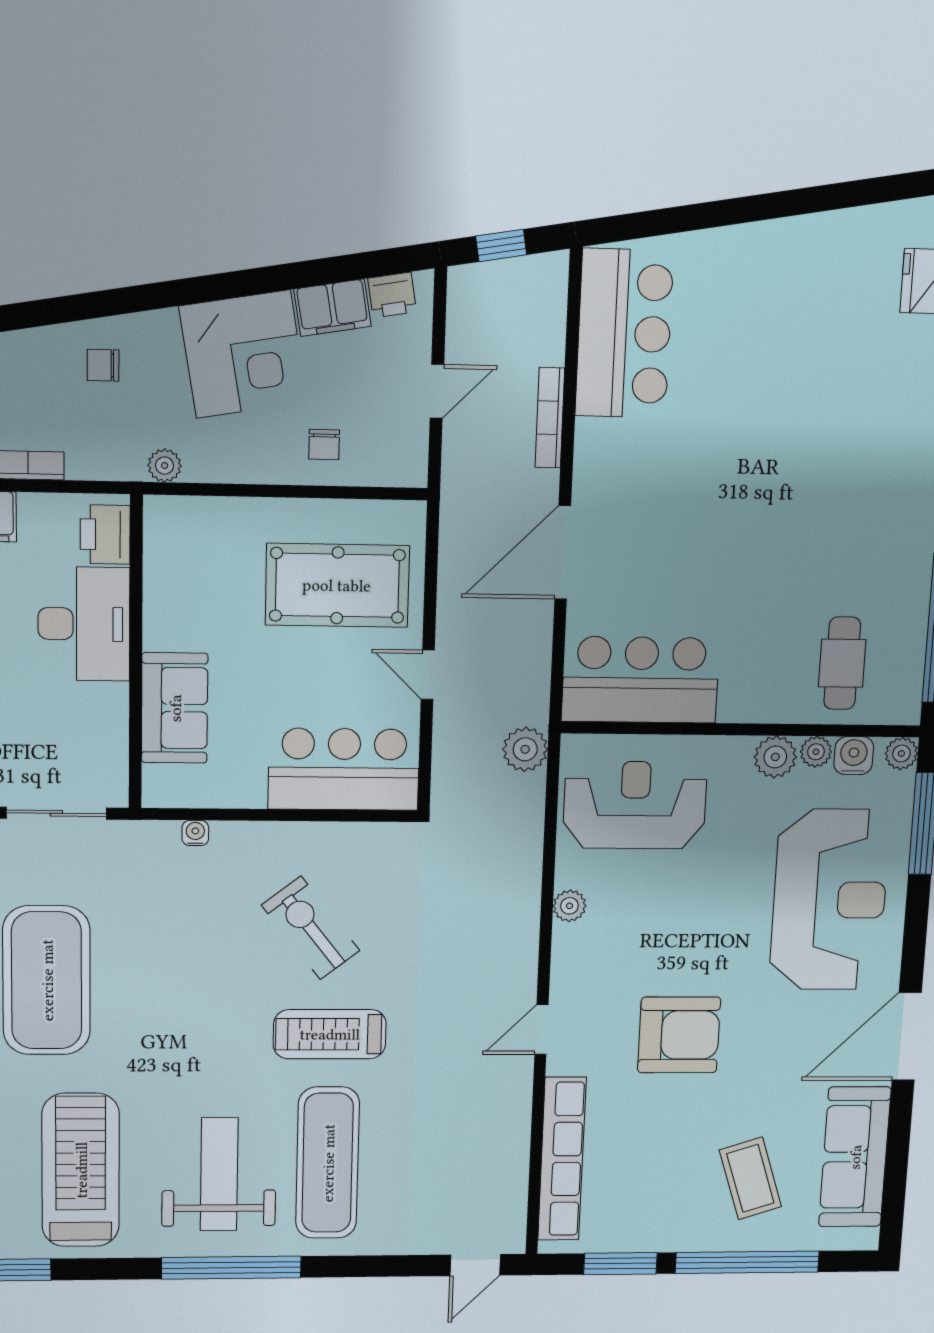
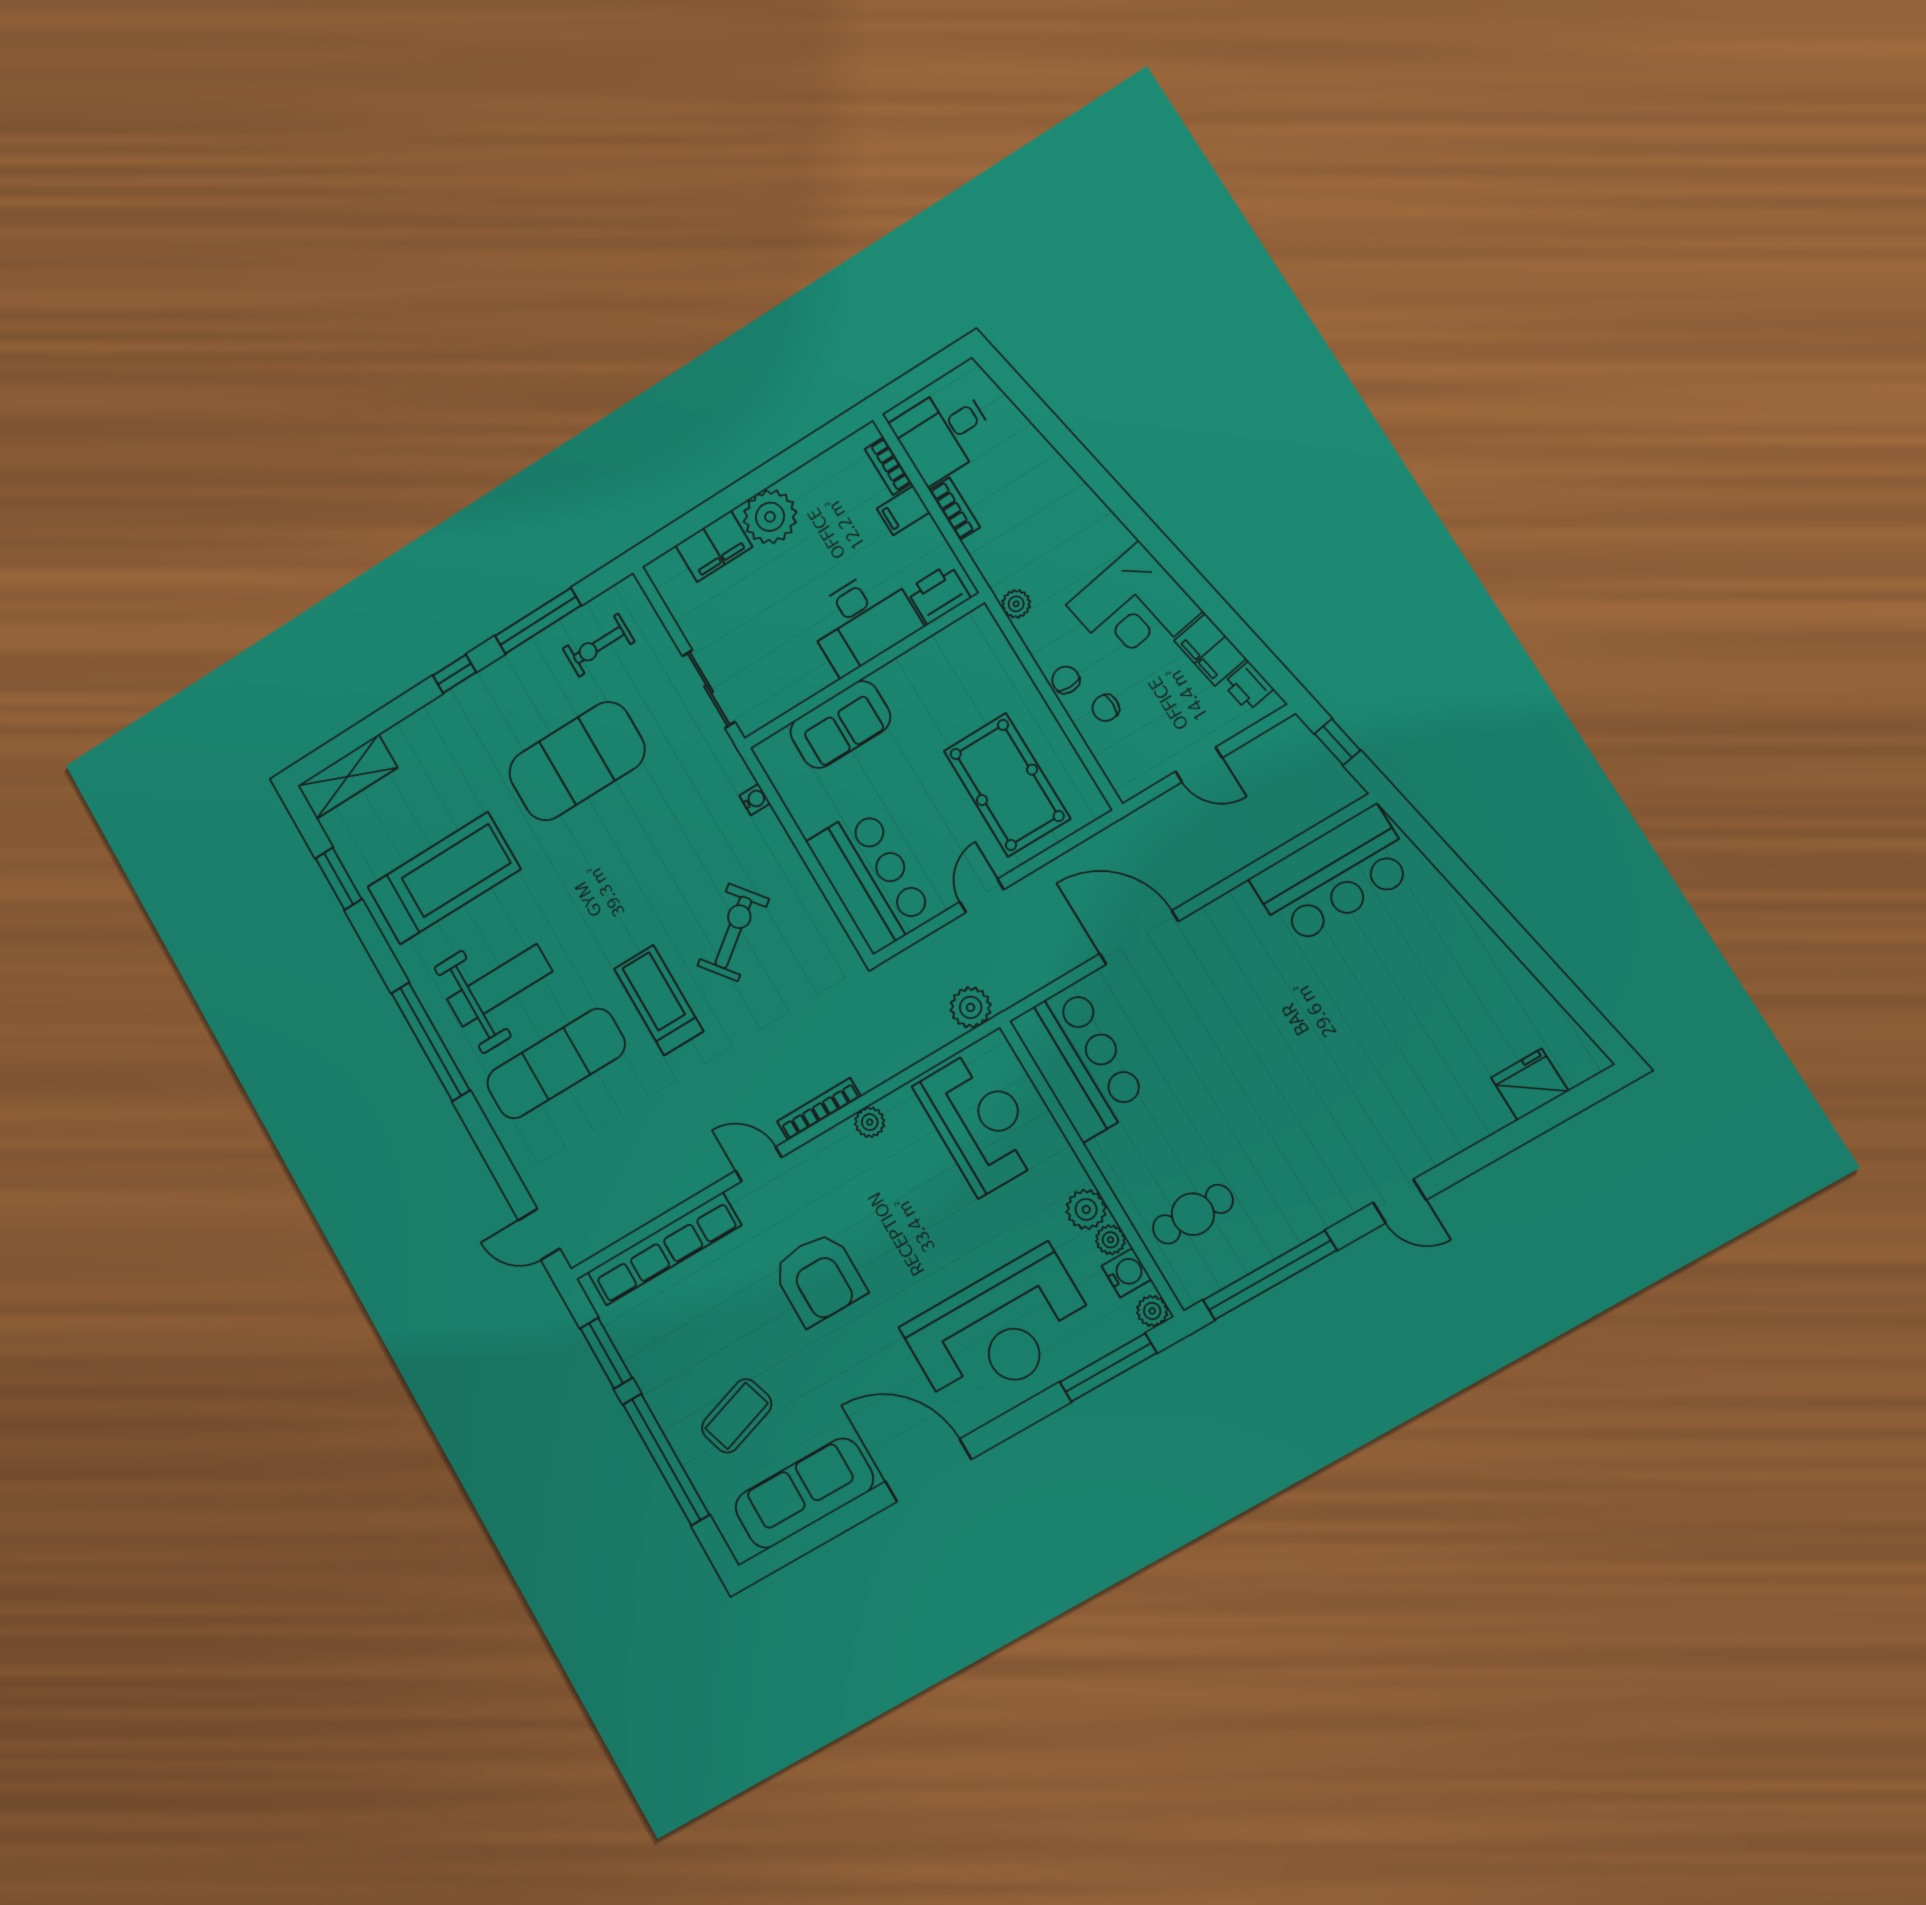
chair: (103, 365) -> (1066, 680), moved
bookcase: (550, 418) -> (819, 1109), moved

